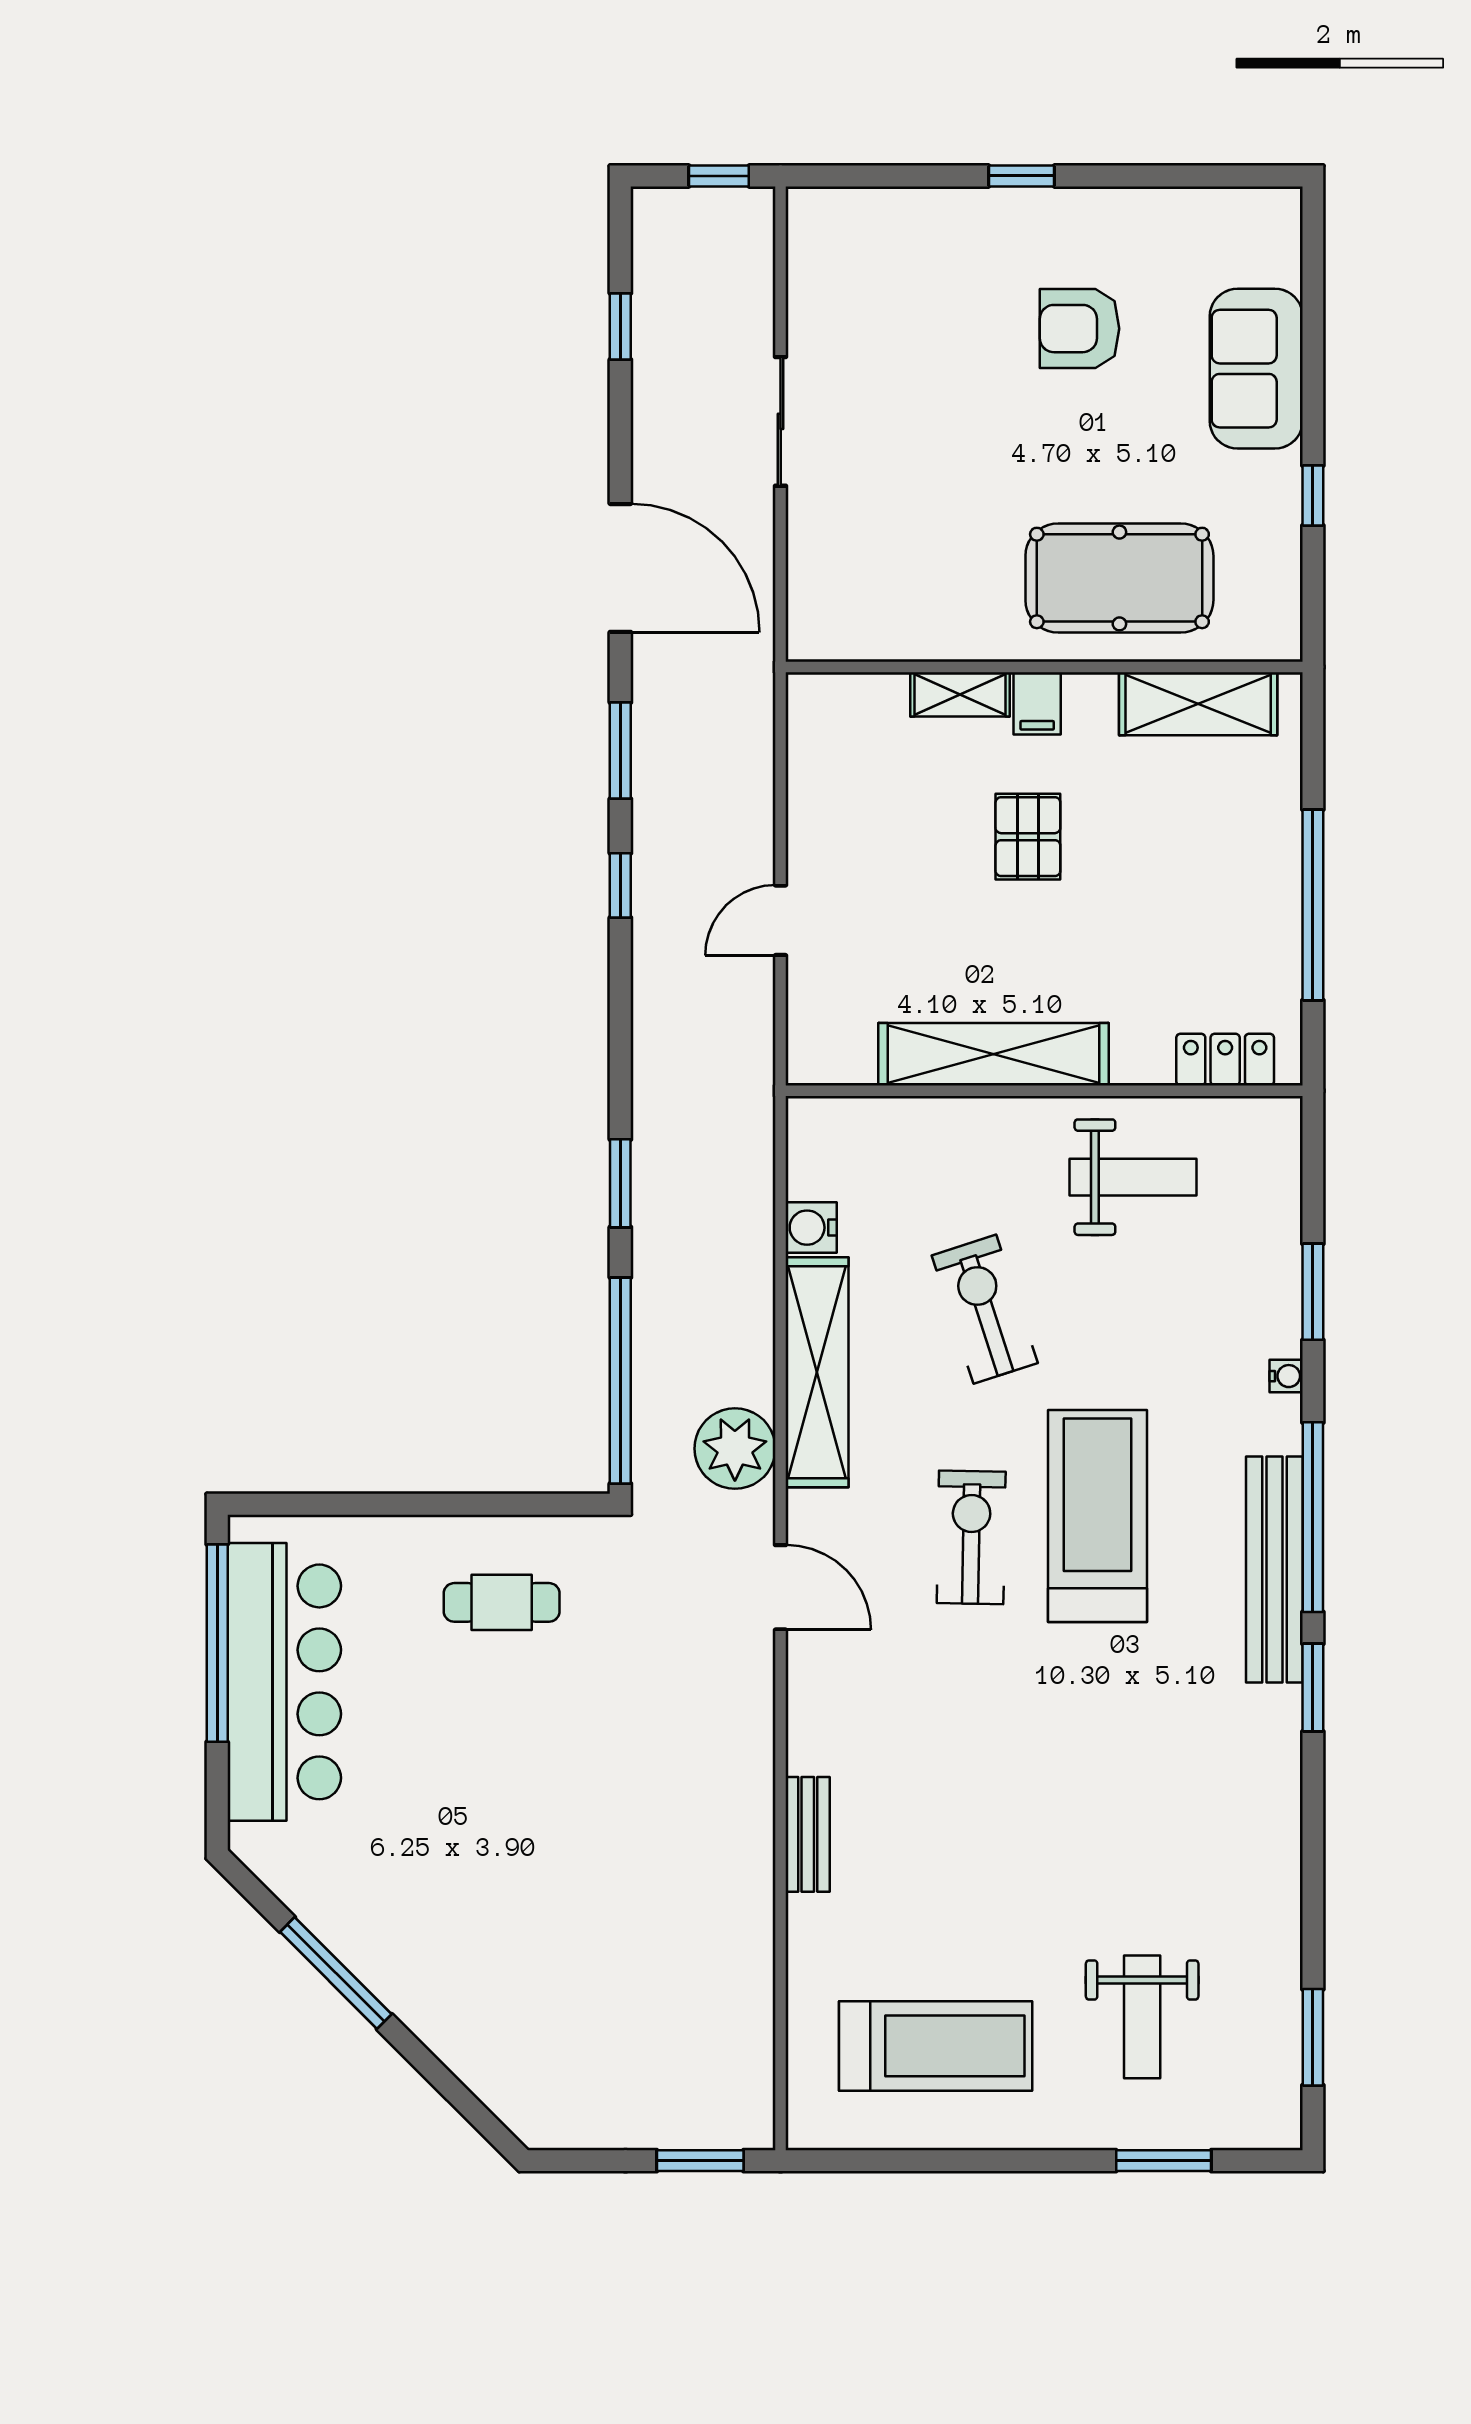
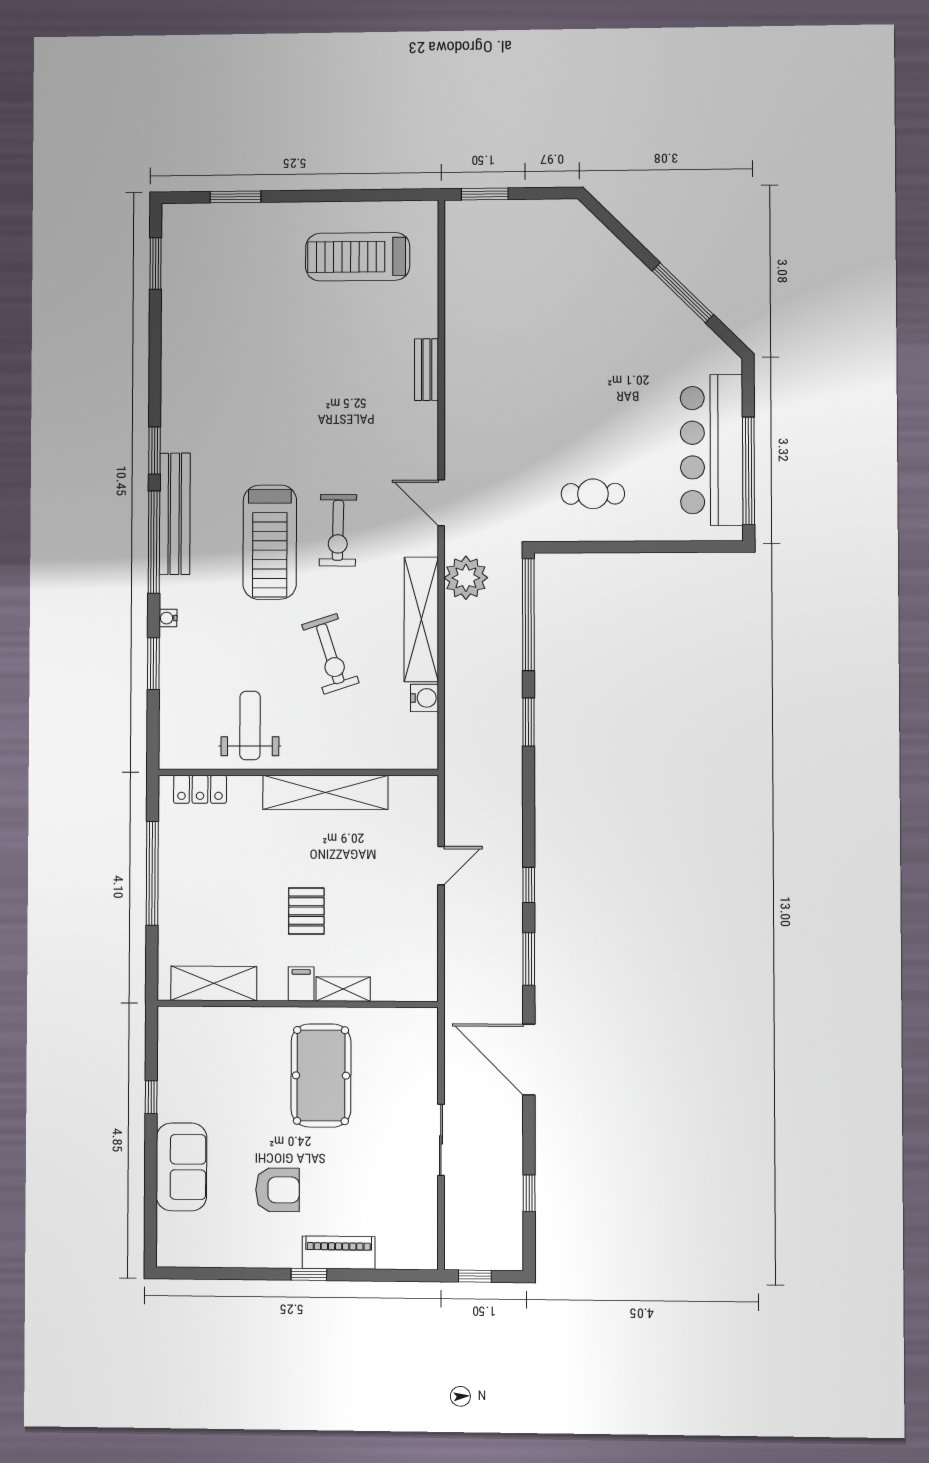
piano: (967, 216) -> (339, 1253), added
pool table: (1119, 578) -> (321, 1076), moved, turned 90
weight bench: (1133, 1177) -> (250, 726), turned 90
weight bench: (1142, 2017) -> (247, 273), removed

